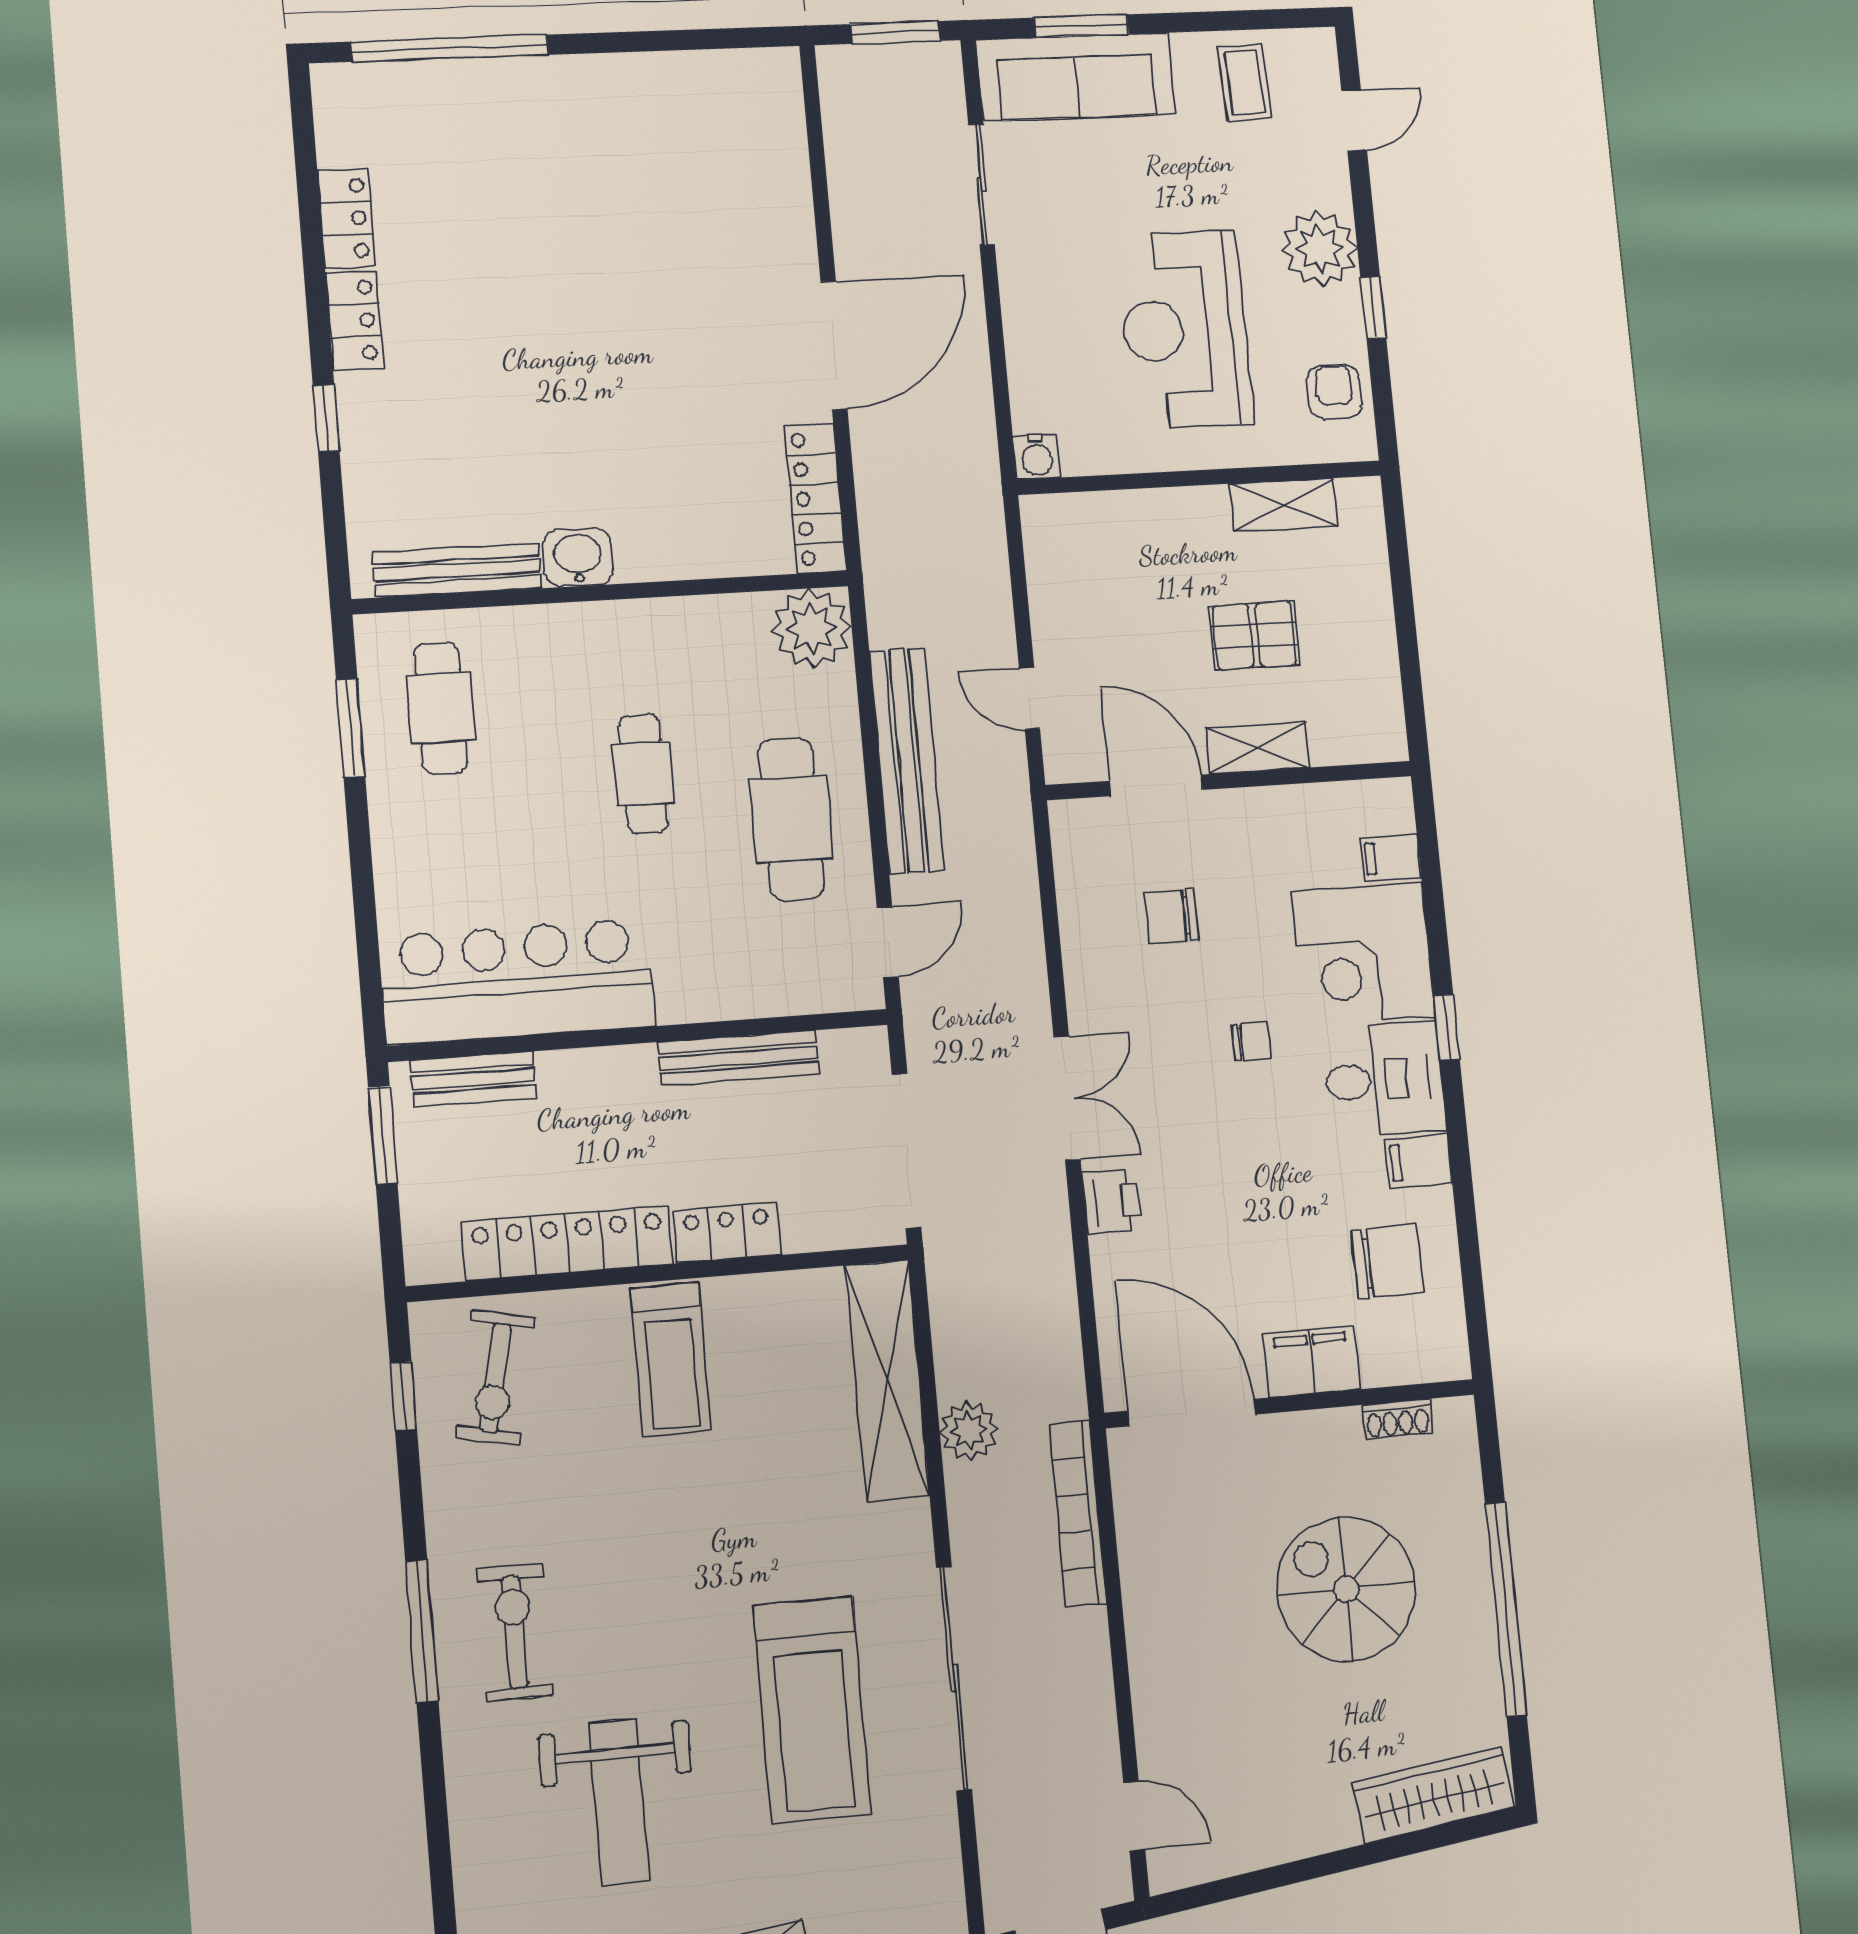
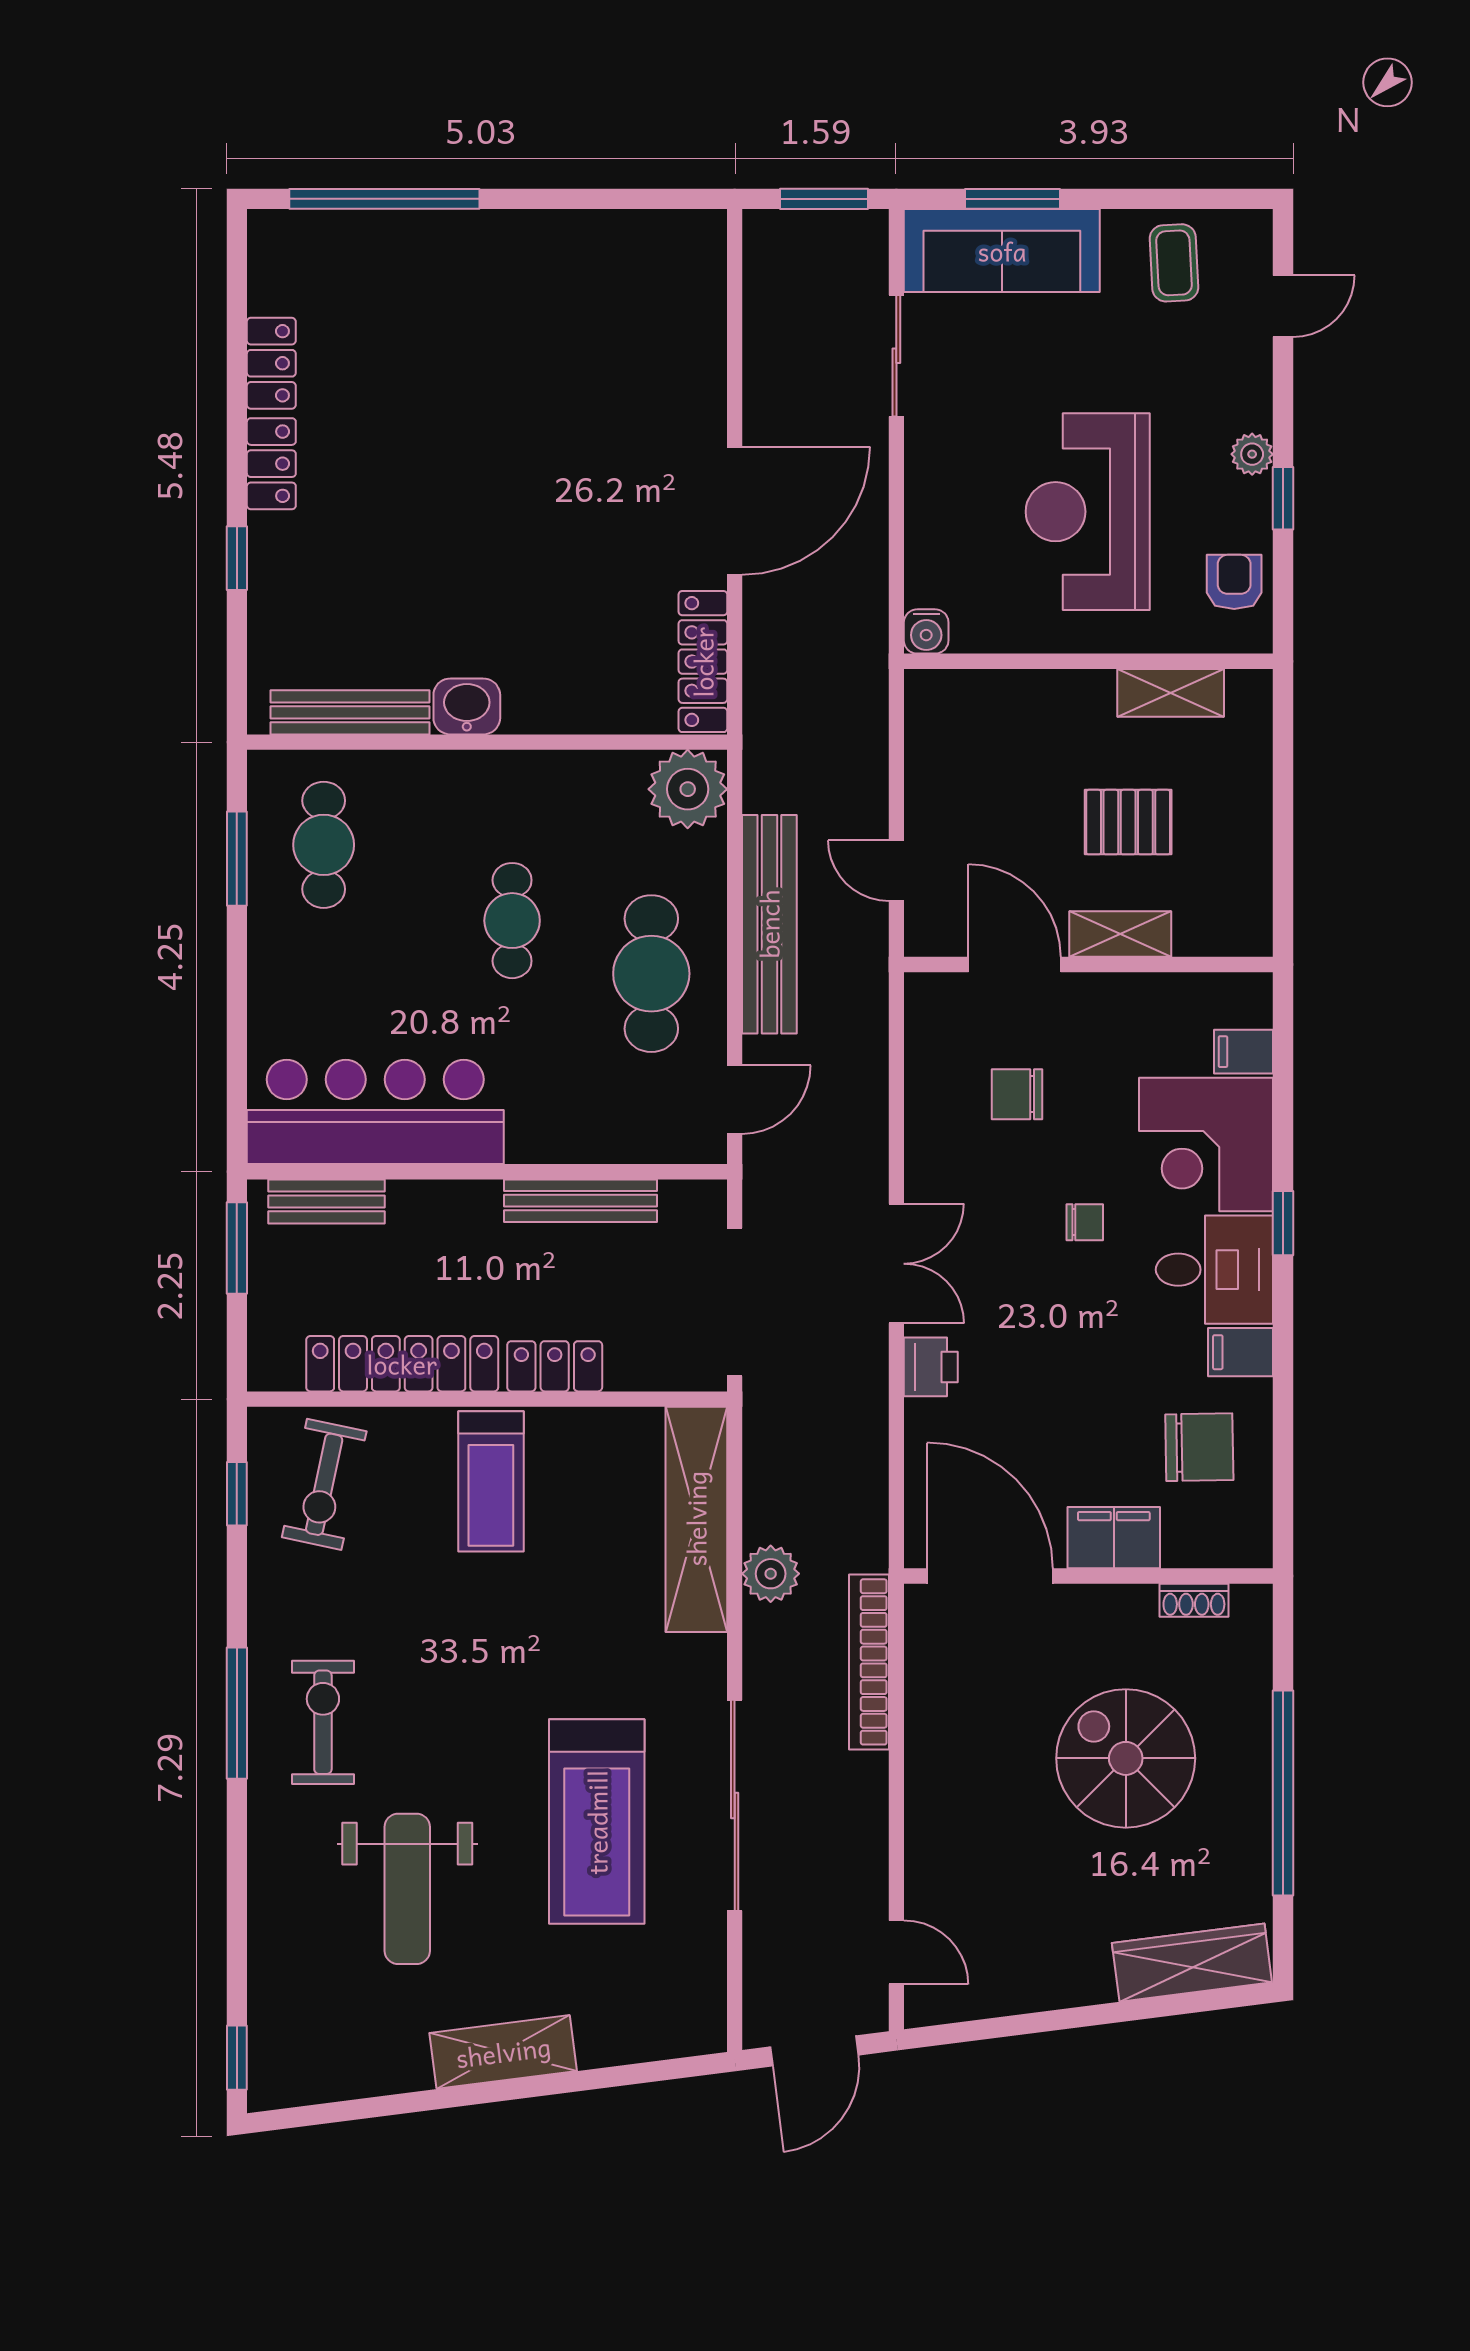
plant: (1320, 249) -> (1252, 454), width x0.53, depth x0.53

